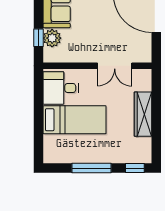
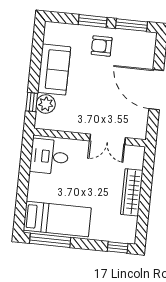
bed: (75, 120) -> (57, 219), moved
window: (91, 168) -> (50, 240), moved

